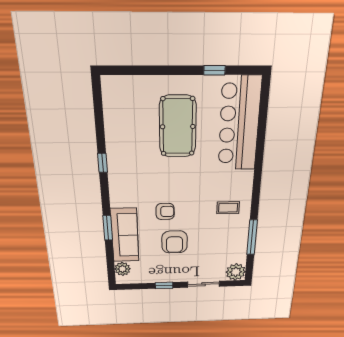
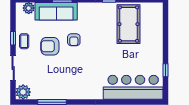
pool table: (178, 127) -> (128, 24), moved, turned 90
coffee table: (228, 208) -> (24, 41), moved

